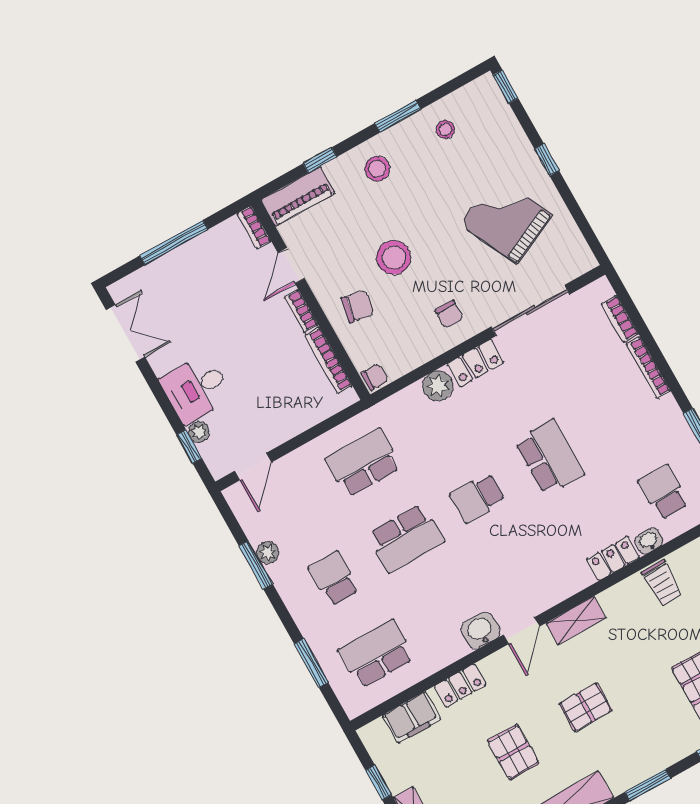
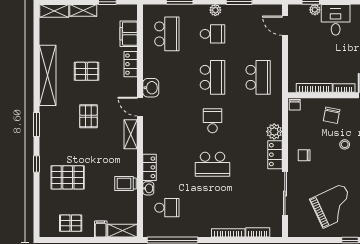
stool: (394, 257) -> (345, 144), width x0.53, depth x0.53
school desk: (406, 538) -> (213, 77), turned 180
plant: (268, 553) -> (215, 10), moved

